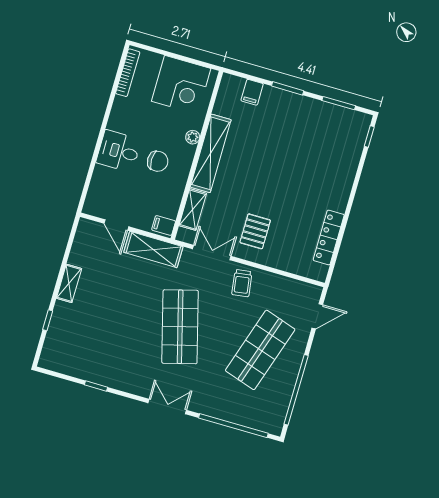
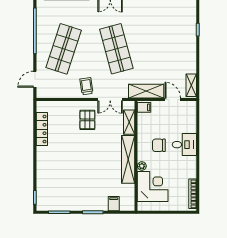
corner desk: (181, 85) -> (153, 187), moved, turned 90
shelving: (69, 283) -> (191, 85), moved

